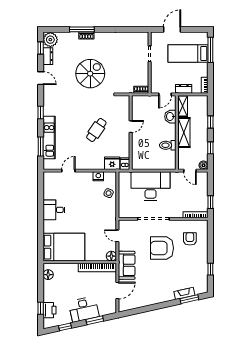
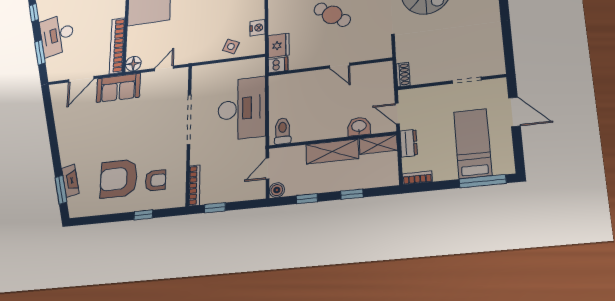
toilet: (168, 145) -> (283, 131), moved
armchair: (162, 248) -> (119, 179), moved, turned -90
window: (210, 269) -> (143, 215), moved
door: (117, 291) -> (81, 79), hinge flipped

